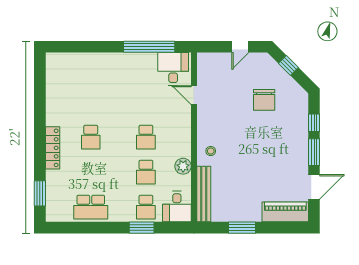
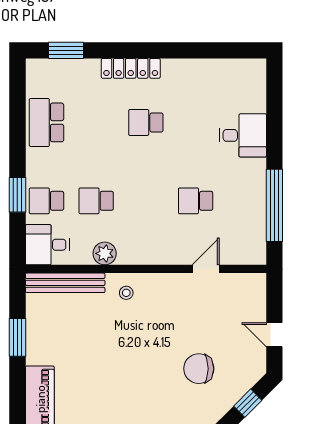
desk: (173, 69) -> (243, 135), moved
school desk: (146, 137) -> (196, 201), moved

